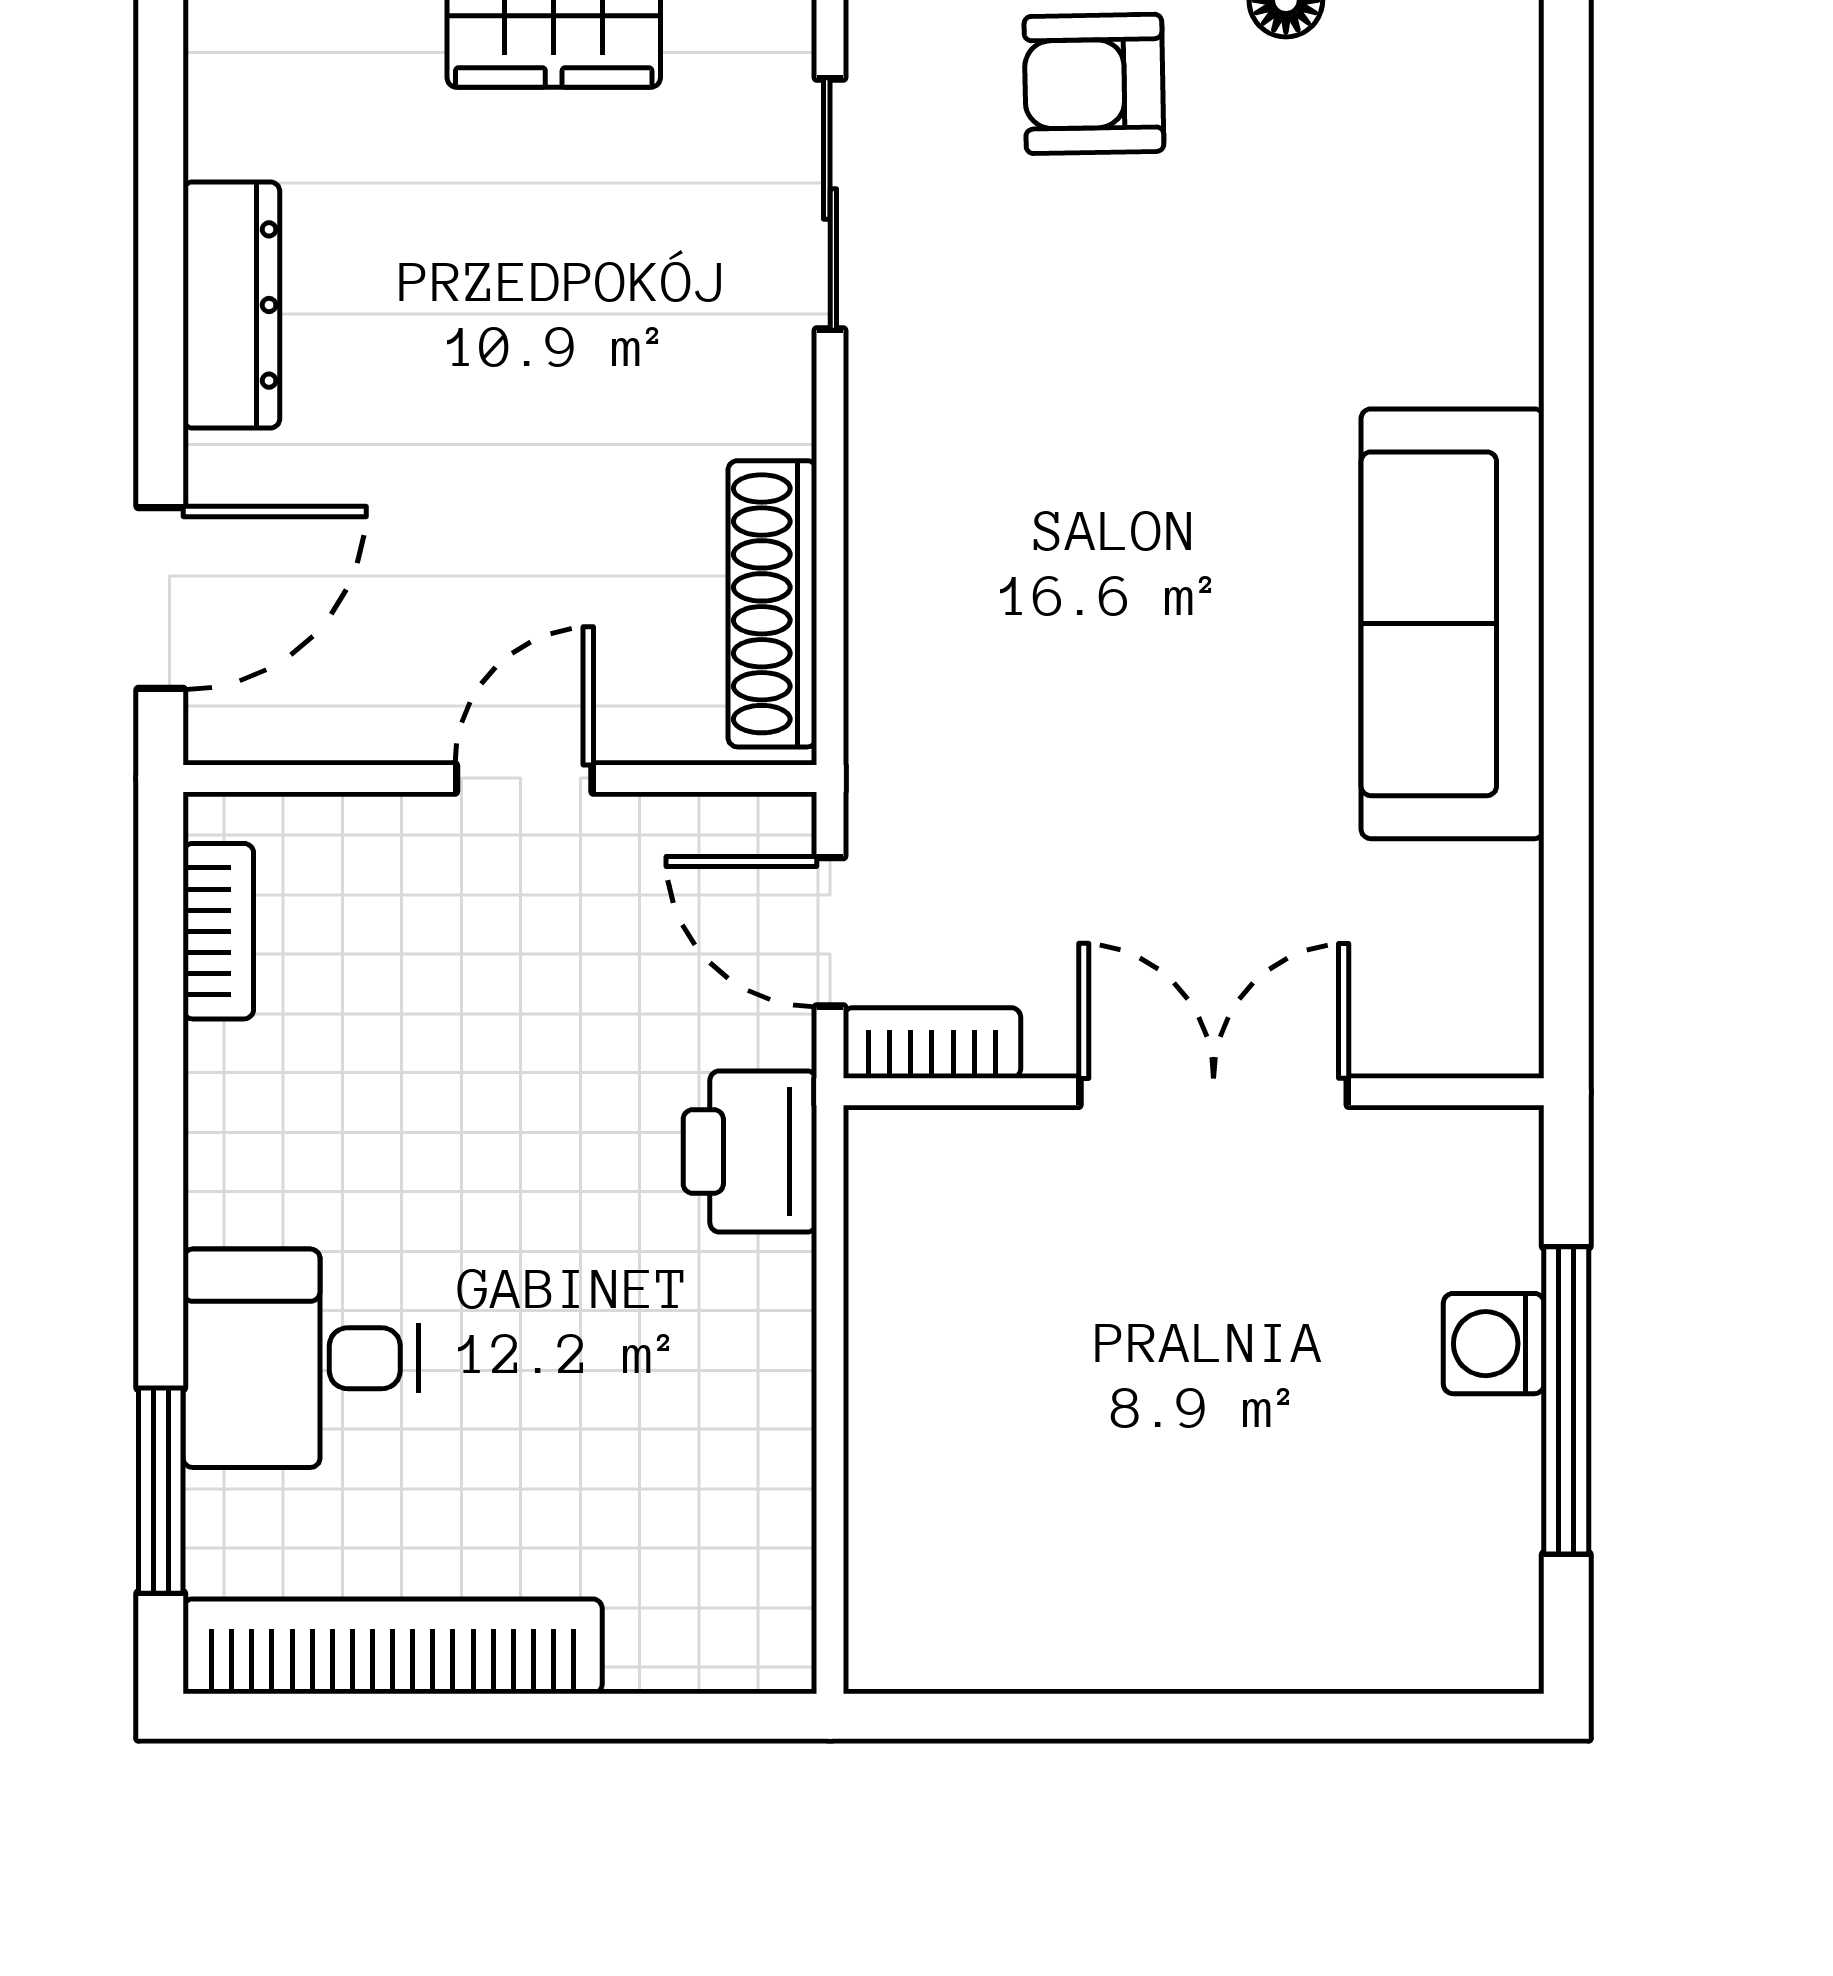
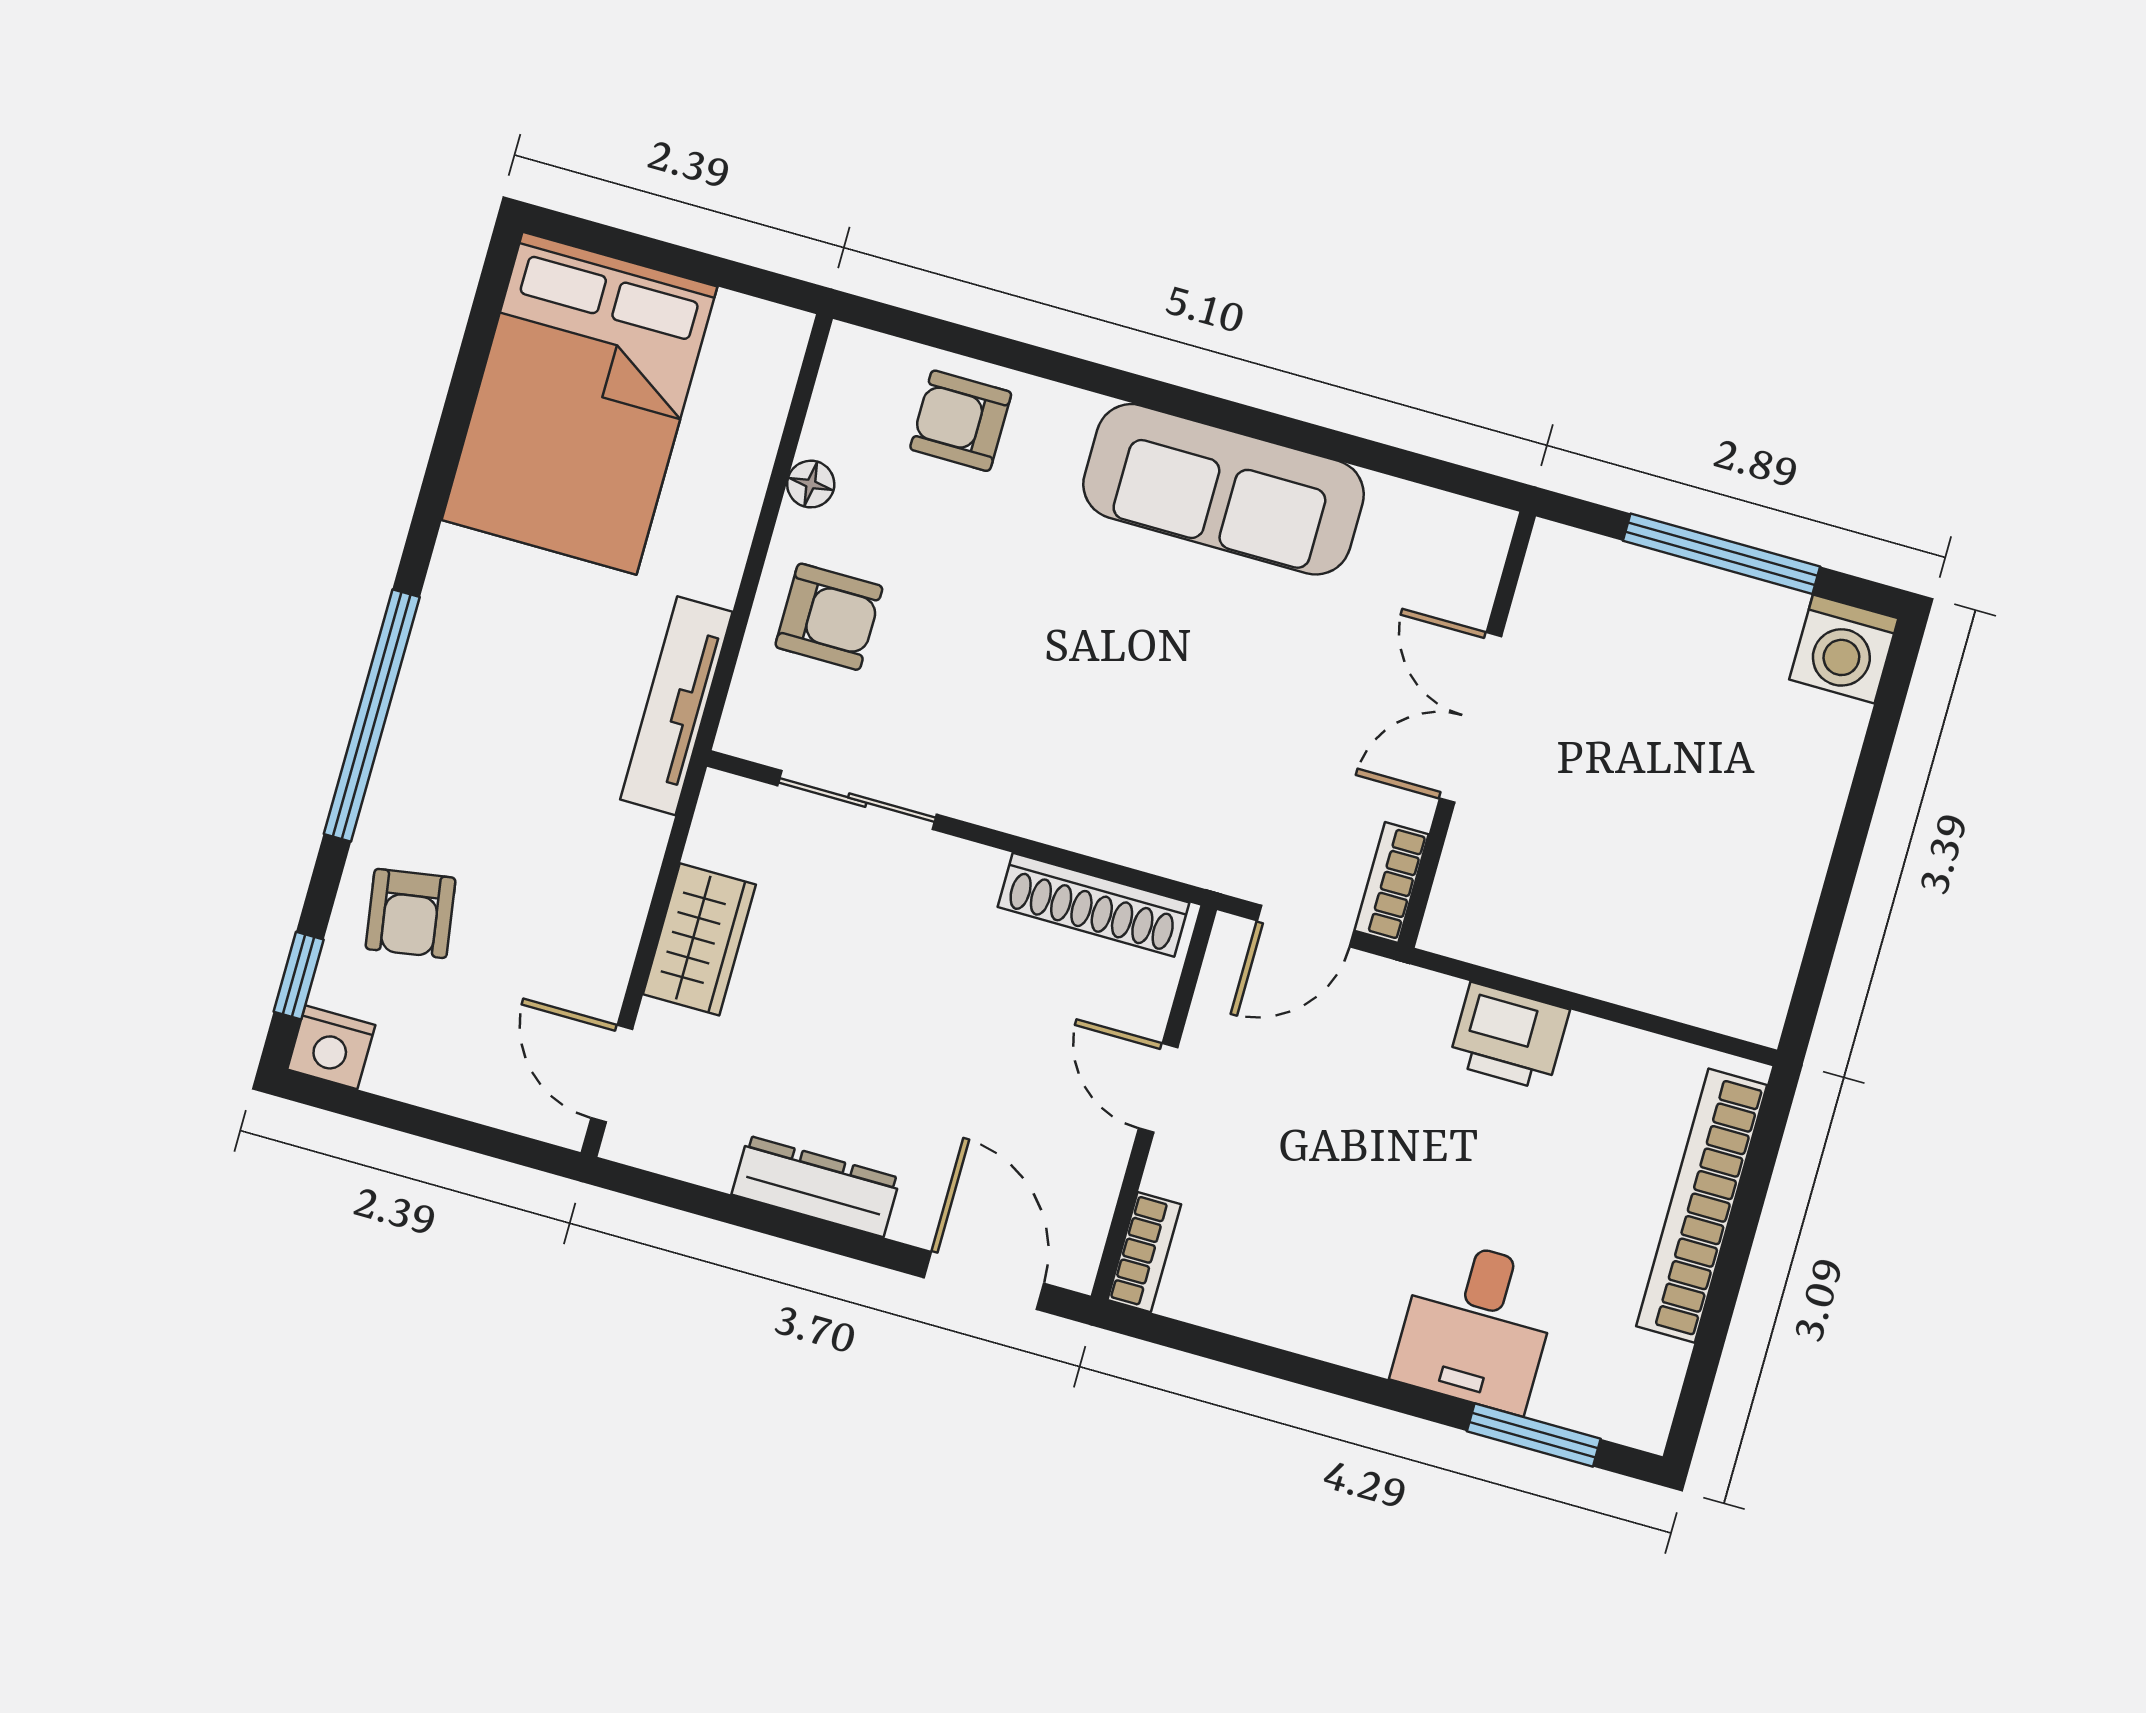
armchair: (1094, 84) -> (829, 617), turned -89
armchair: (1445, 199) -> (961, 421), added
bookcase: (218, 931) -> (1144, 1252), moved, turned 90
printer: (750, 1151) -> (1509, 1036), moved
washing machine: (1494, 1344) -> (1844, 649), moved, width x1.38, depth x1.38
bookcase: (393, 1646) -> (1702, 1206), moved

